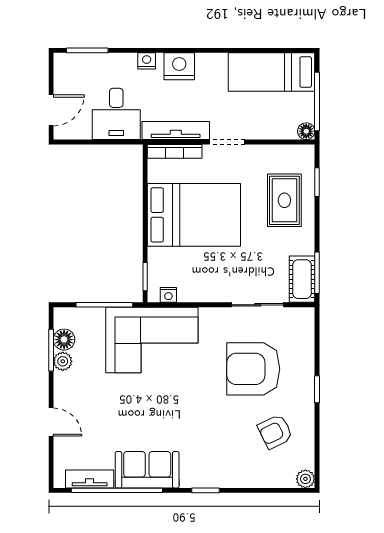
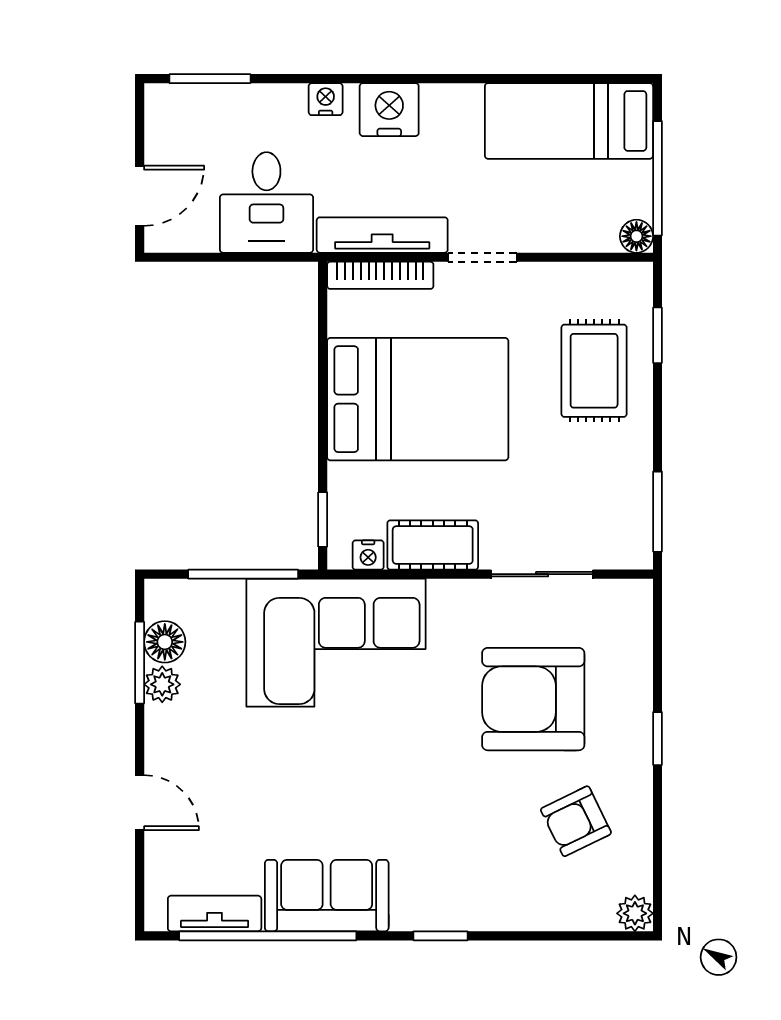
cot: (302, 279) -> (433, 545), moved, turned 90

